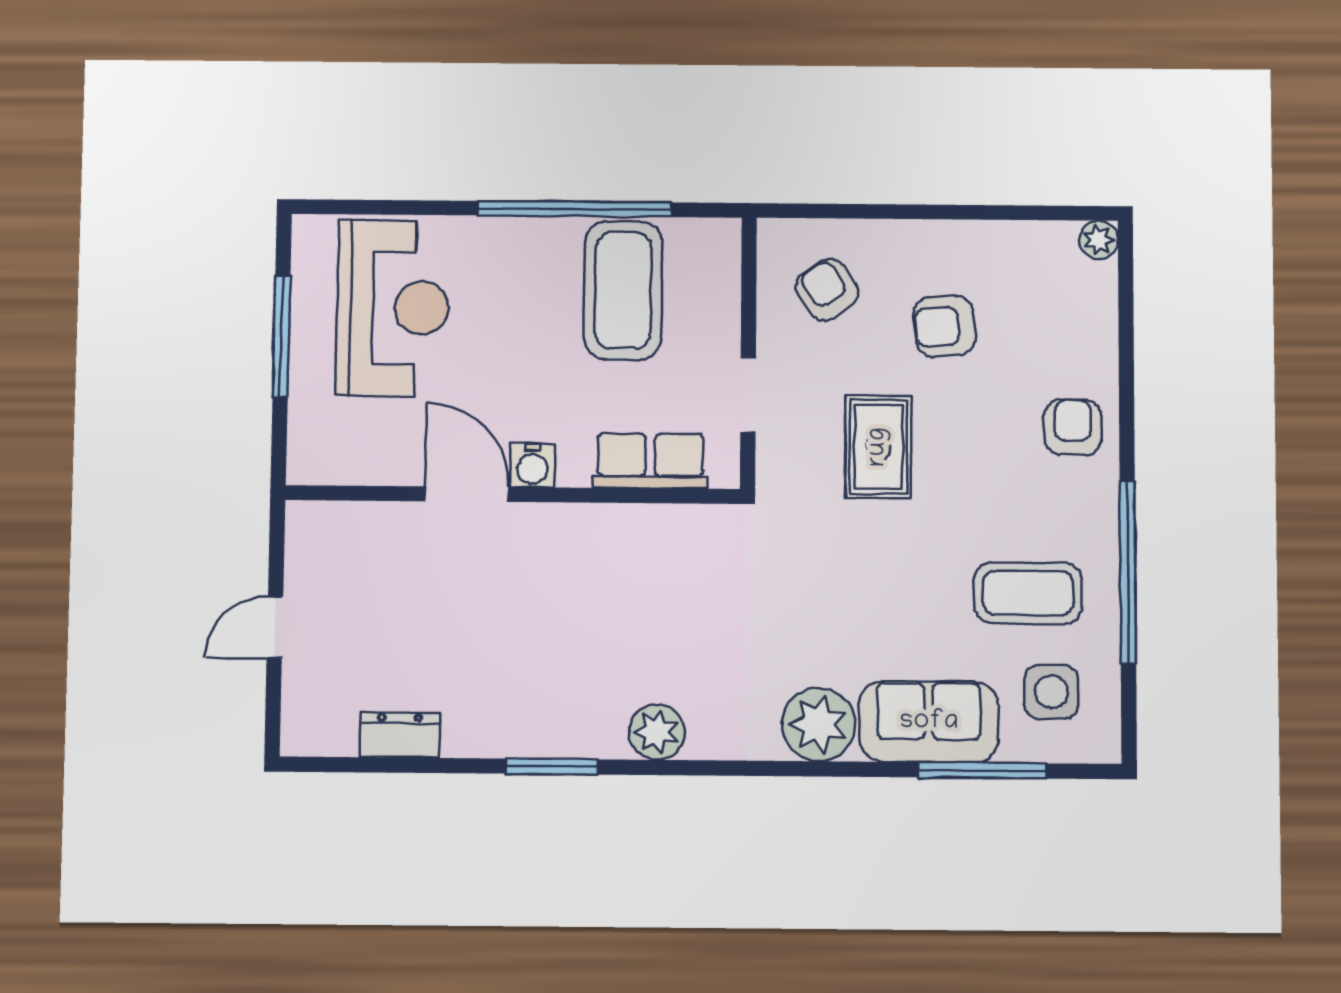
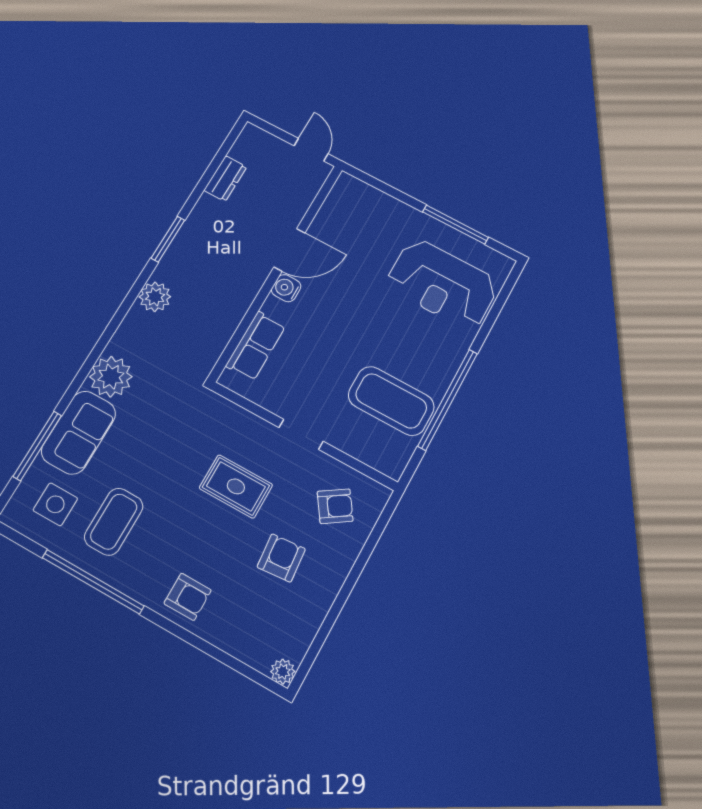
row of seats: (650, 461) -> (256, 346), moved
water cooler: (532, 465) -> (286, 288), moved
door: (467, 494) -> (289, 250), moved
wall: (513, 495) -> (277, 271), moved

